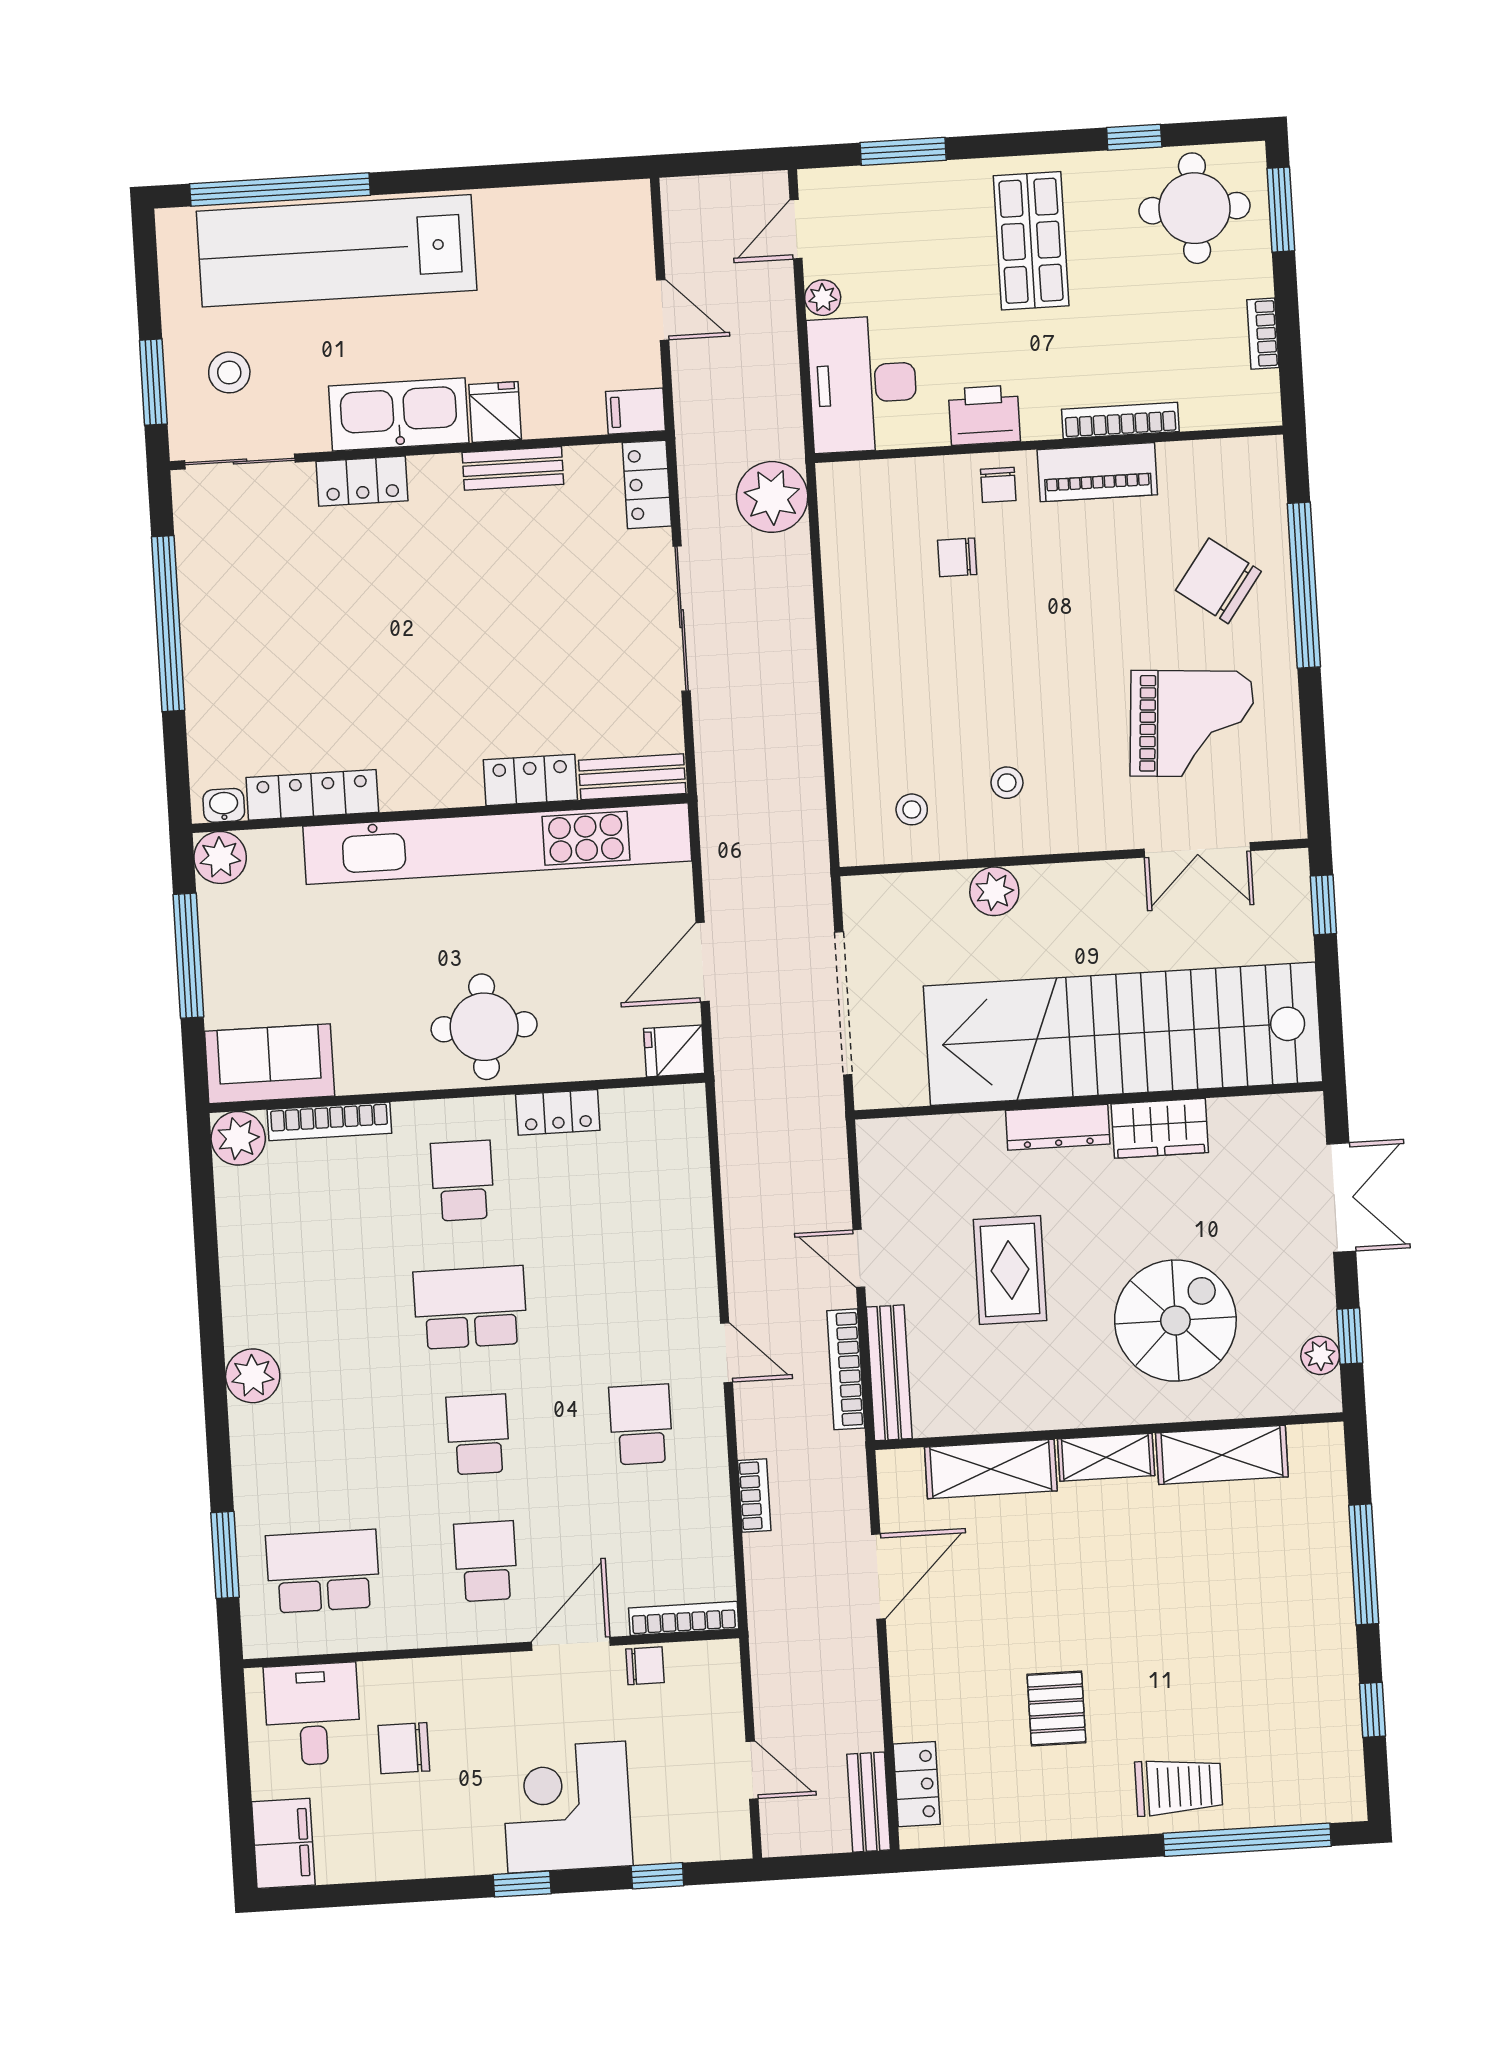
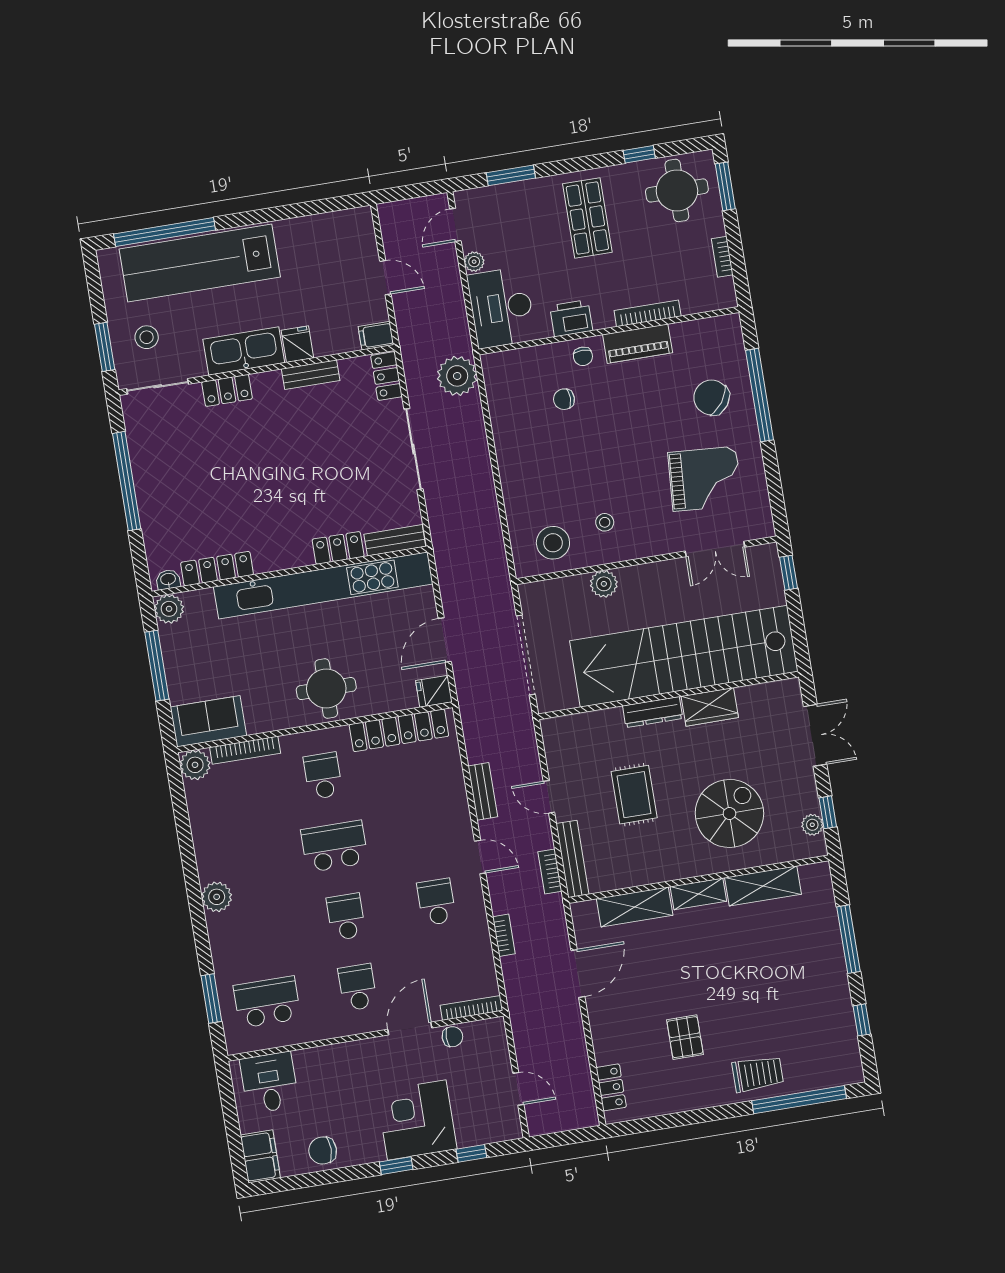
stool: (912, 809) -> (553, 543), width x1.89, depth x1.89
locker: (558, 1112) -> (399, 730), width x2.16, depth x1.21
bookcase: (846, 1369) -> (550, 871), width x0.64
chair: (404, 1748) -> (323, 1151), moved
bench: (869, 1802) -> (483, 791), moved

